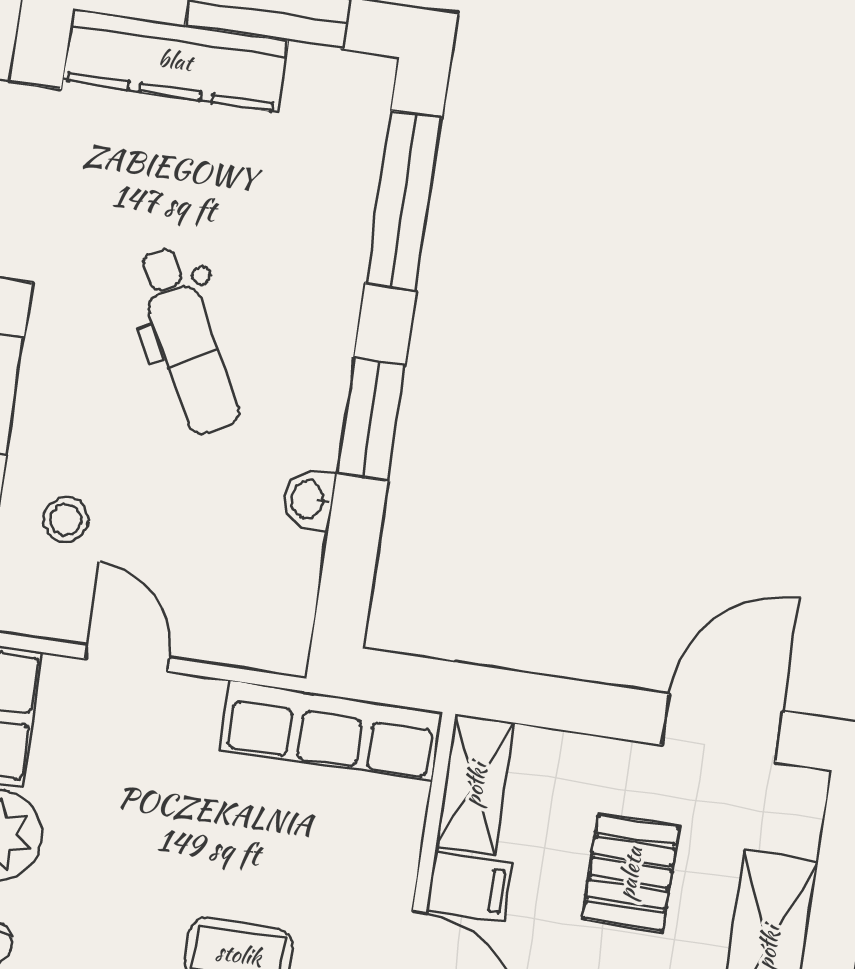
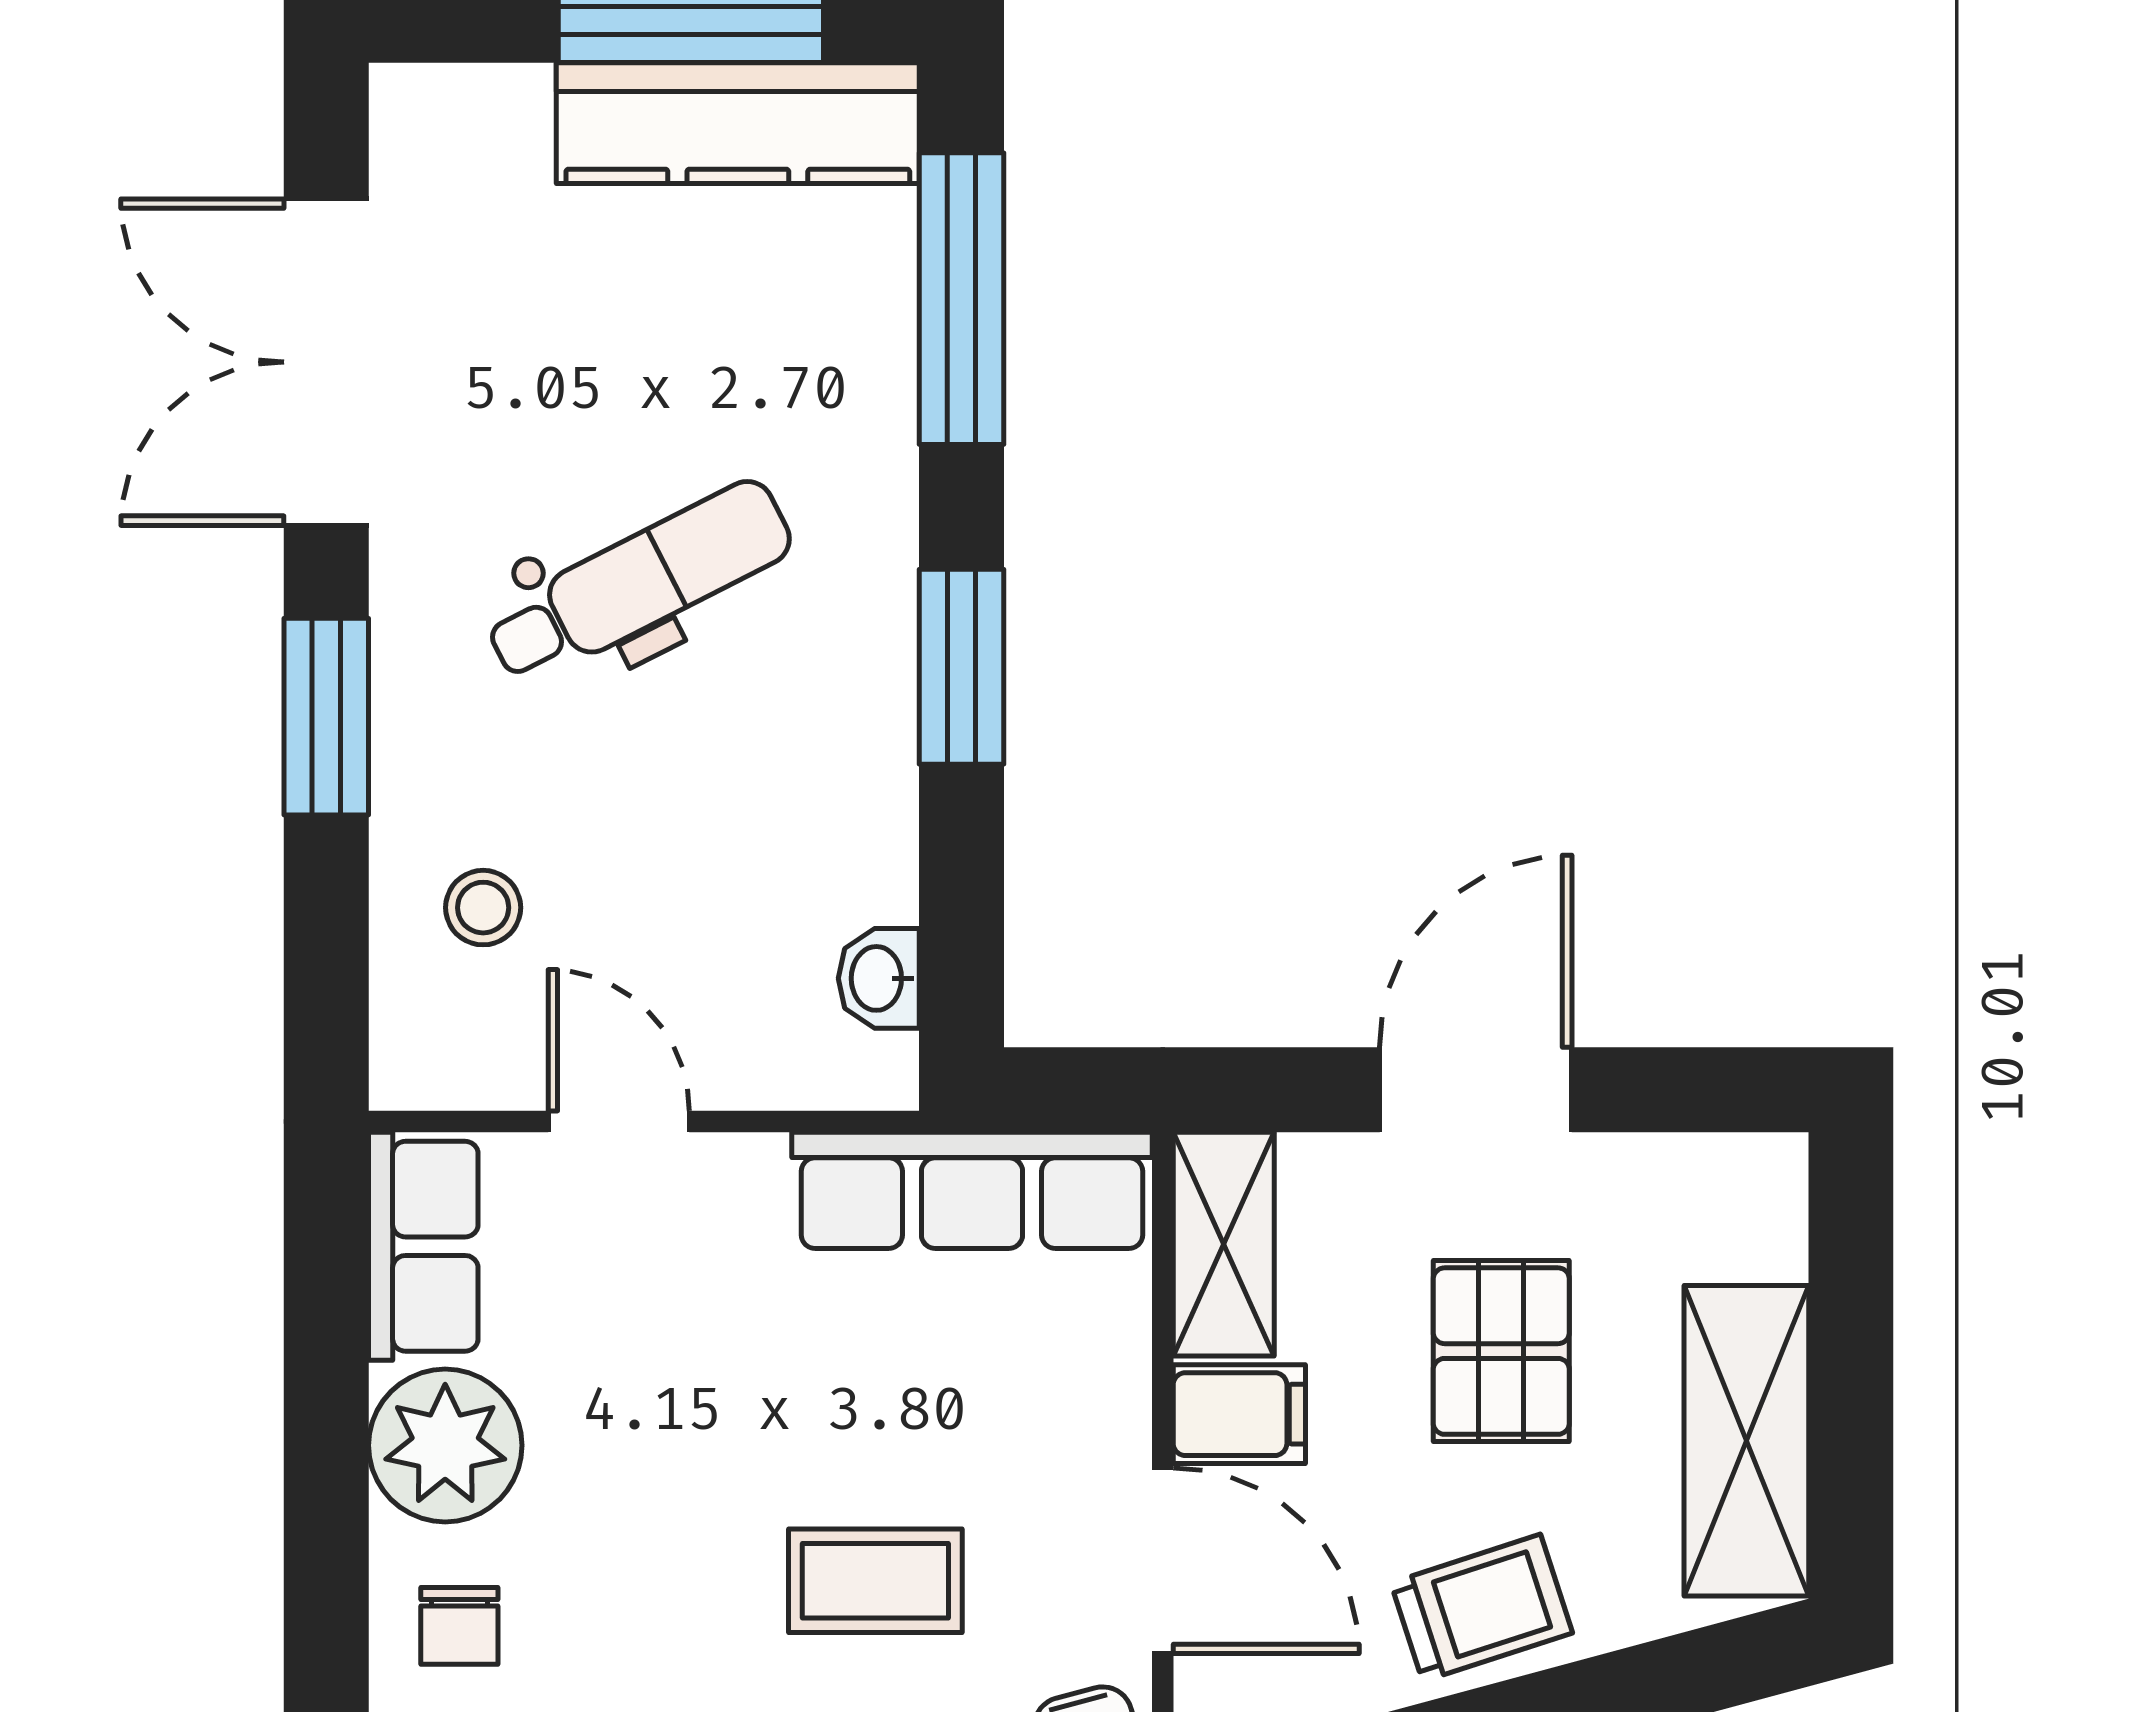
kitchen counter: (175, 60) -> (738, 123), moved
dental chair: (187, 340) -> (639, 582), turned -89
washbasin: (309, 499) -> (879, 978), moved
door: (722, 728) -> (1476, 1090), moved

